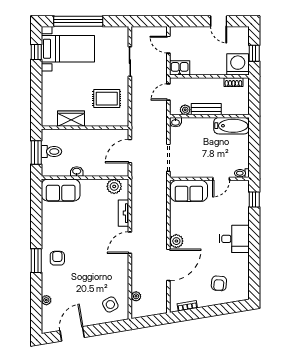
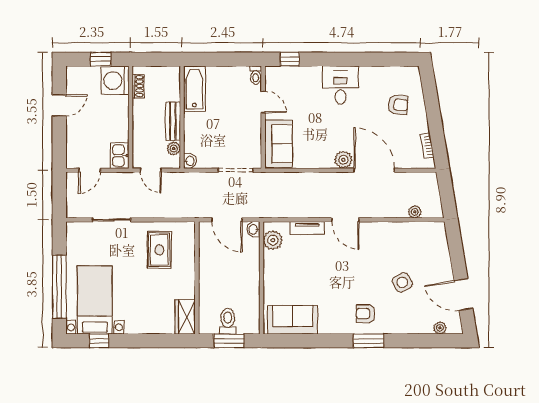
wardrobe: (71, 119) -> (185, 317), moved
washbasin: (77, 171) -> (253, 229), moved
sofa: (61, 190) -> (293, 320), moved, turned -90
plant: (46, 300) -> (440, 328), moved
side table: (110, 304) -> (402, 282), moved

